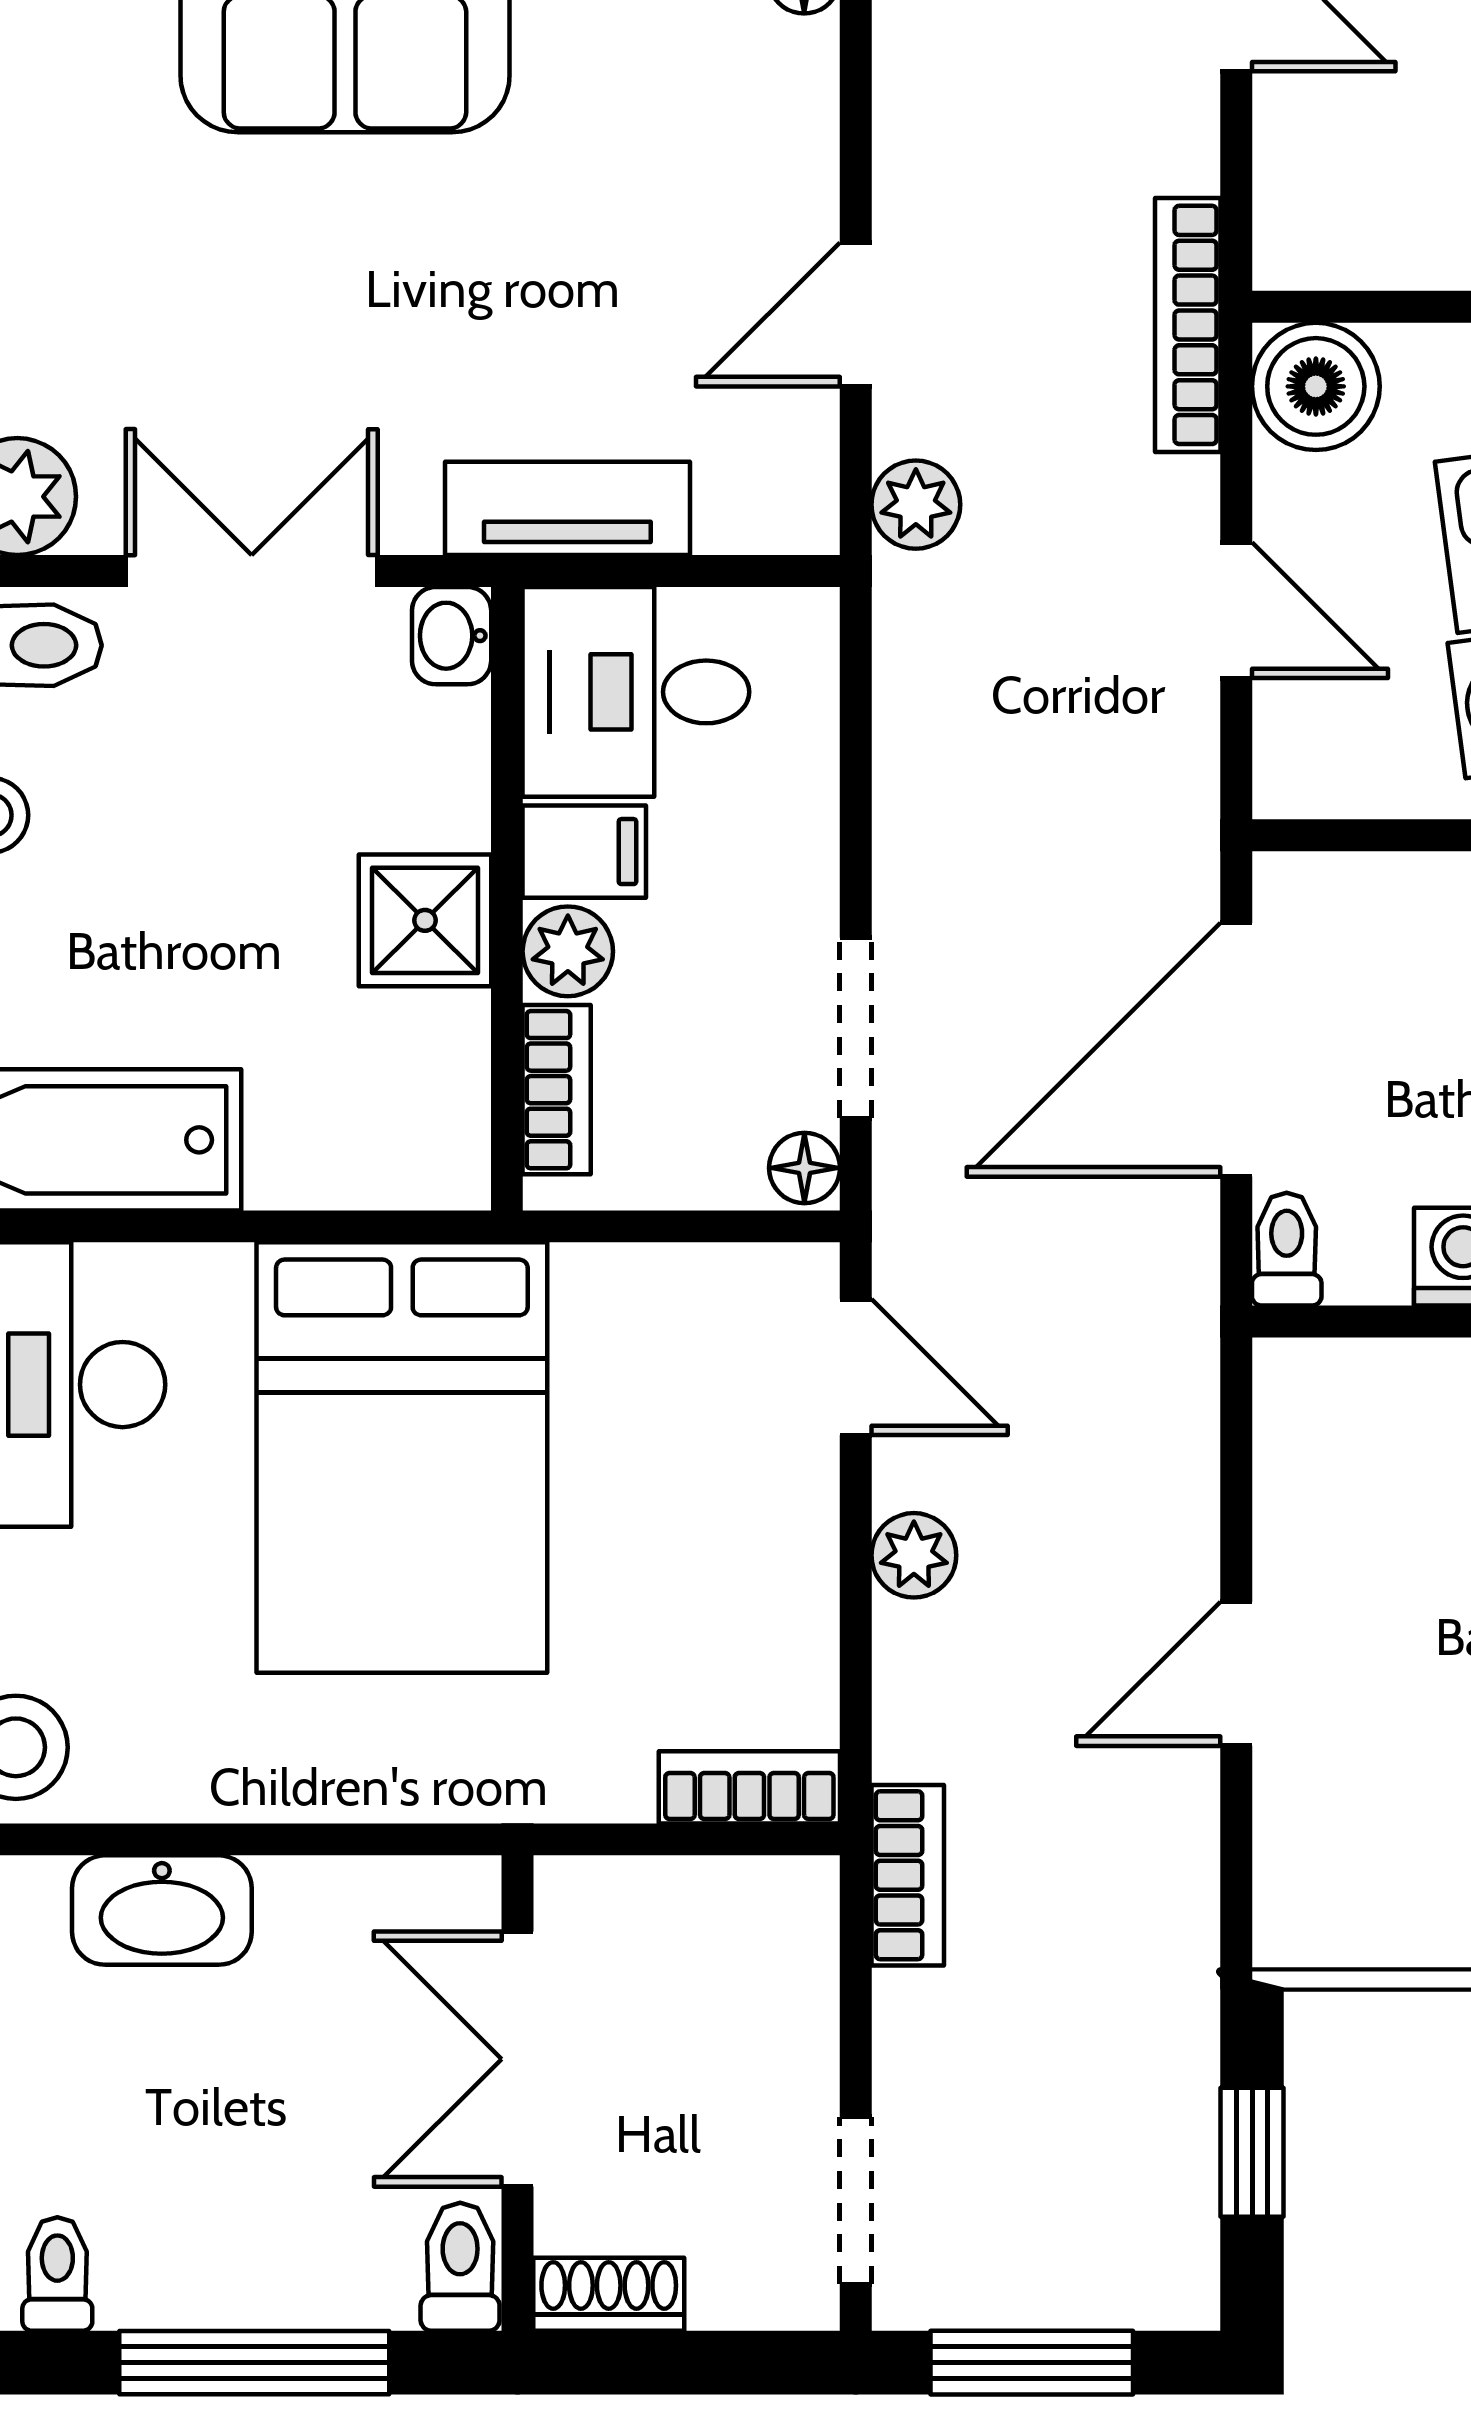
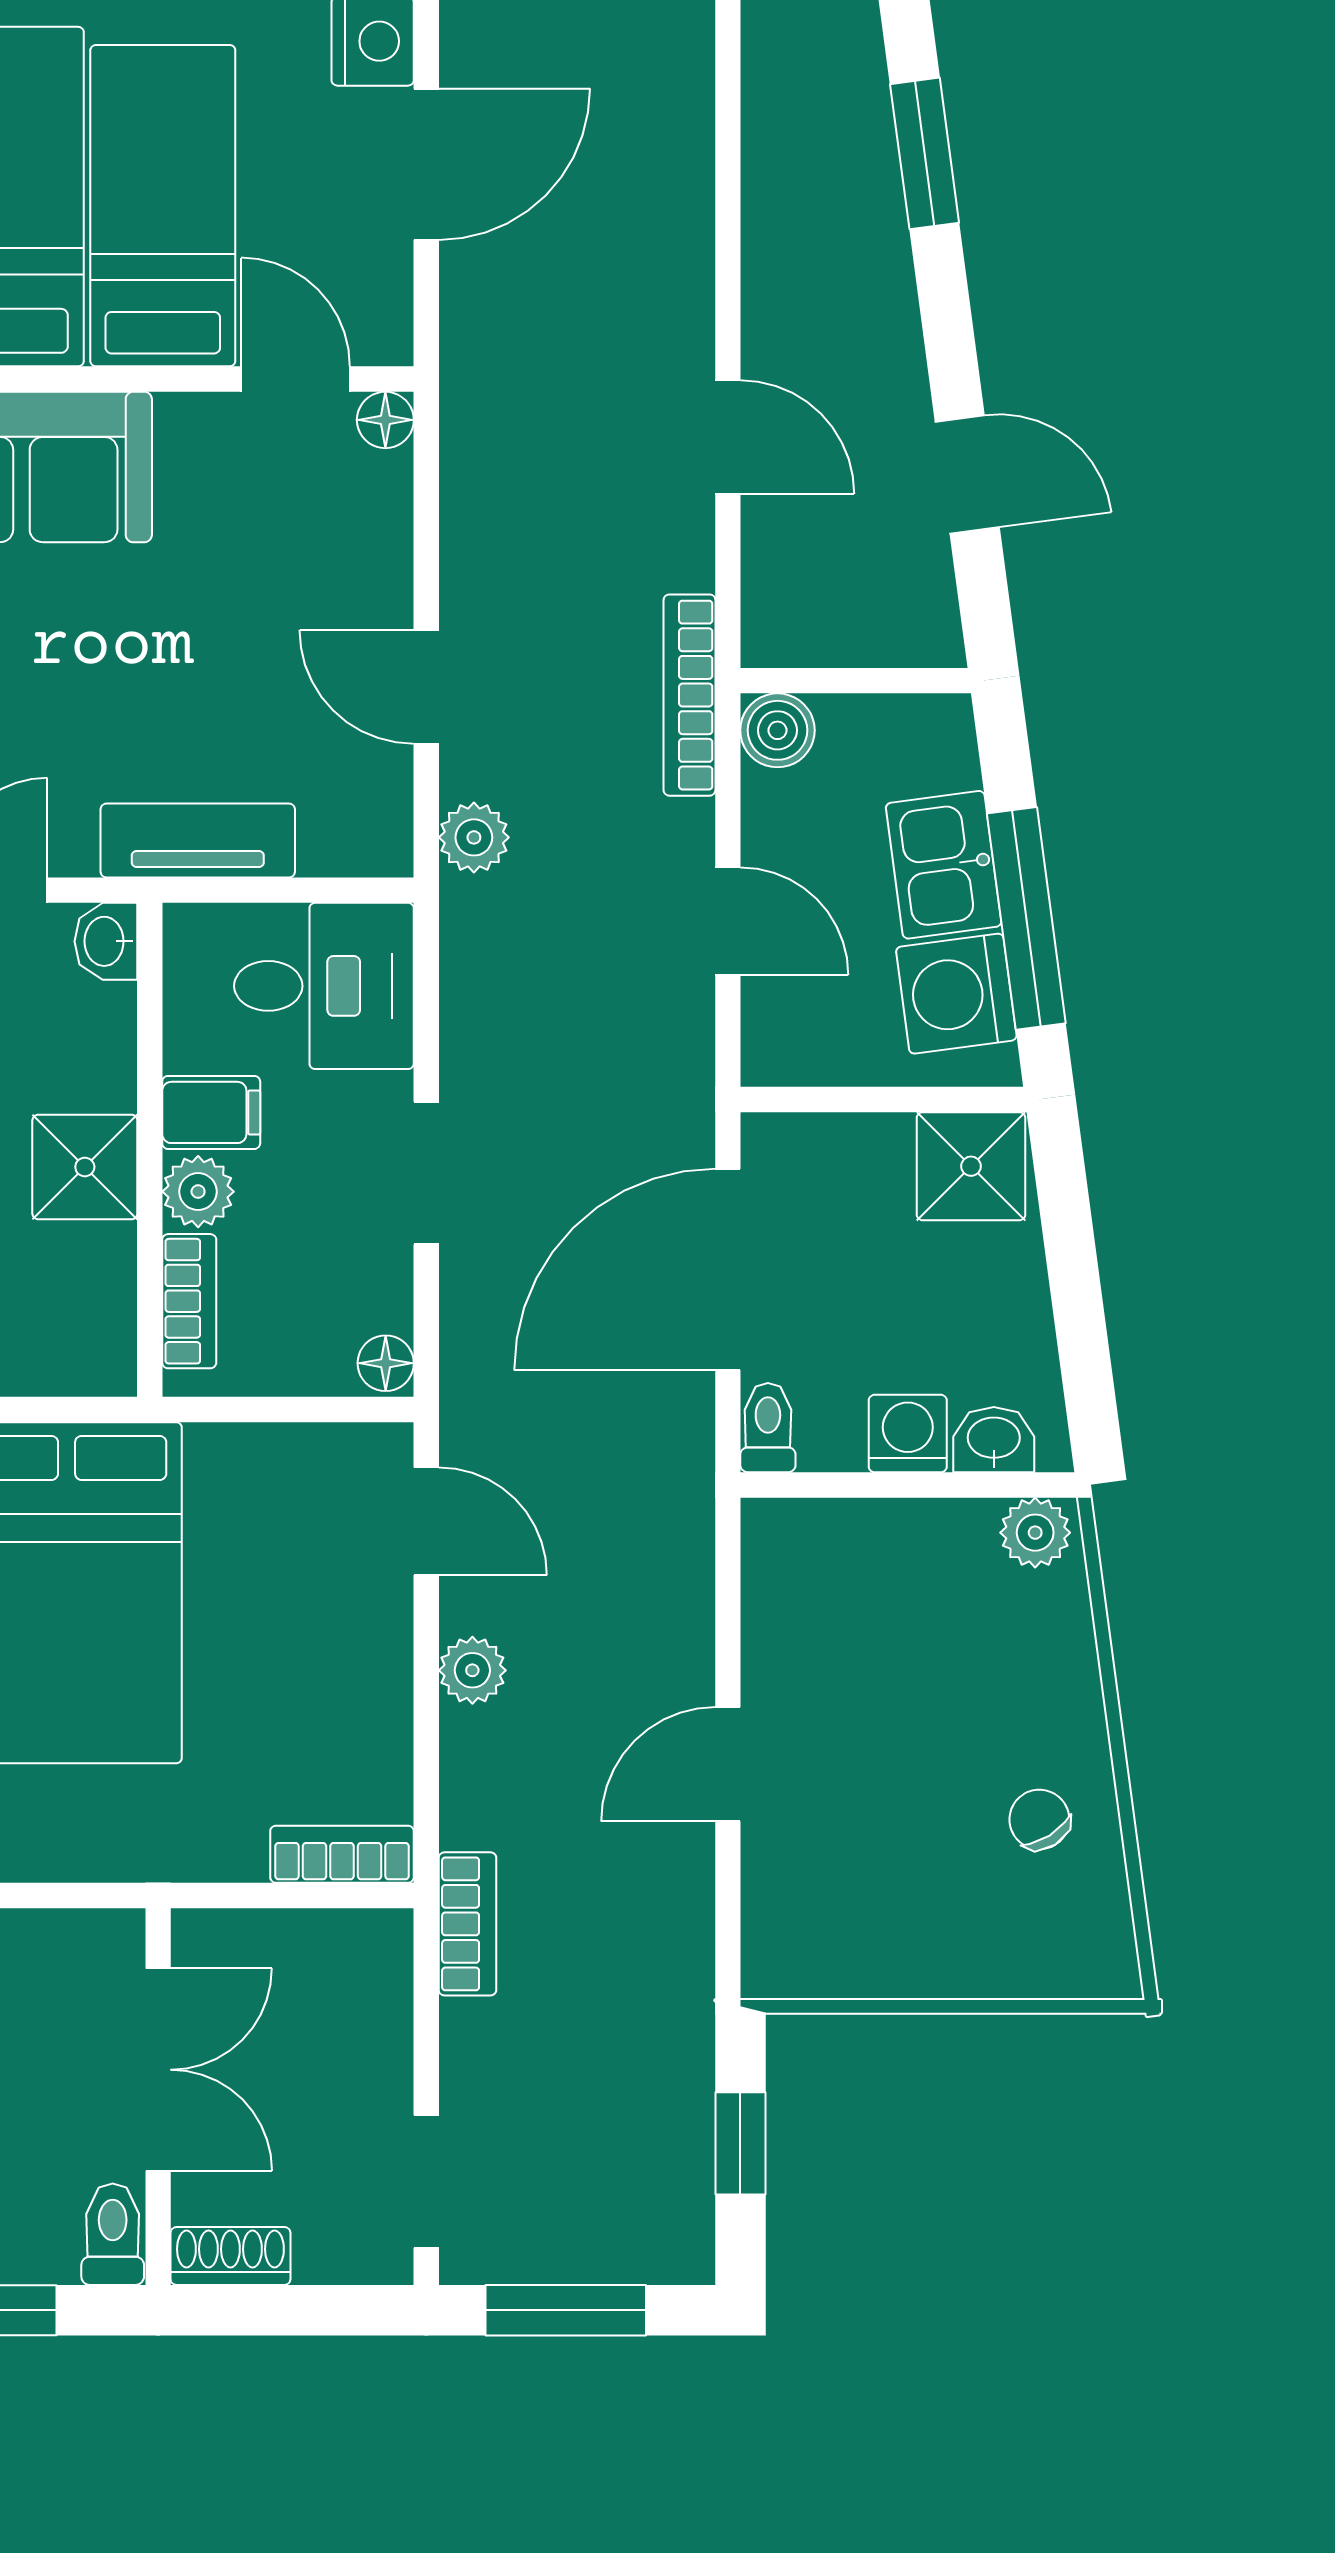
door: (856, 315) -> (426, 687), hinge flipped
boiler: (1316, 386) -> (777, 730), width x0.73, depth x0.73
desk: (636, 692) -> (324, 986), moved, turned 180
doorway: (856, 1028) -> (426, 1173), moved
double door: (517, 2059) -> (158, 2070), swing flipped

